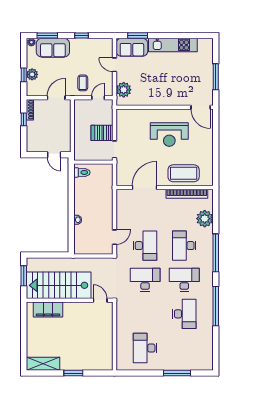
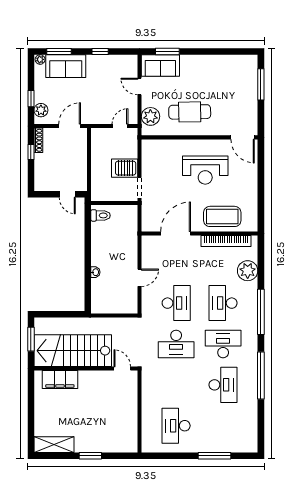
kitchen unit: (173, 45) -> (209, 63), removed
plant: (32, 74) -> (41, 110), moved
window: (216, 77) -> (261, 84), moved
coffee table: (83, 83) -> (102, 108), removed
cafe table: (156, 86) -> (190, 112), added
door: (115, 237) -> (140, 278), moved
desk: (145, 280) -> (176, 344), turned 180

